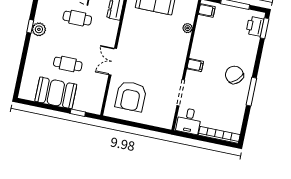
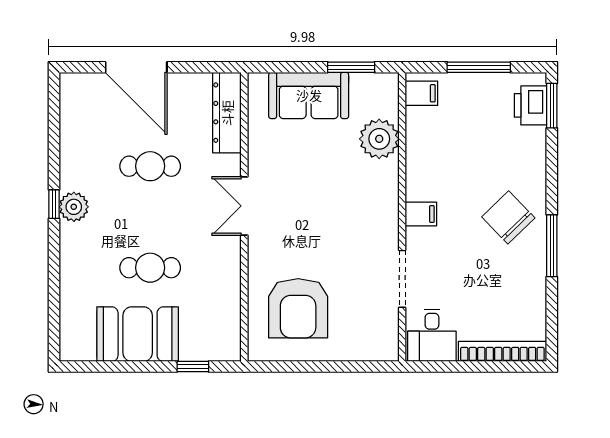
plant: (188, 28) -> (379, 139), width x1.88, depth x1.88
double door: (113, 62) -> (244, 206), moved

